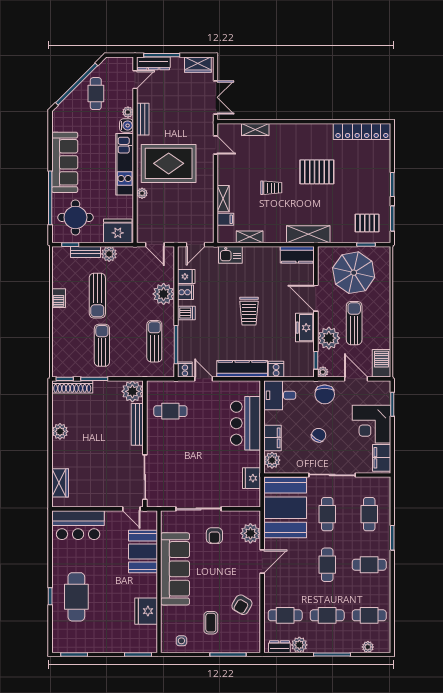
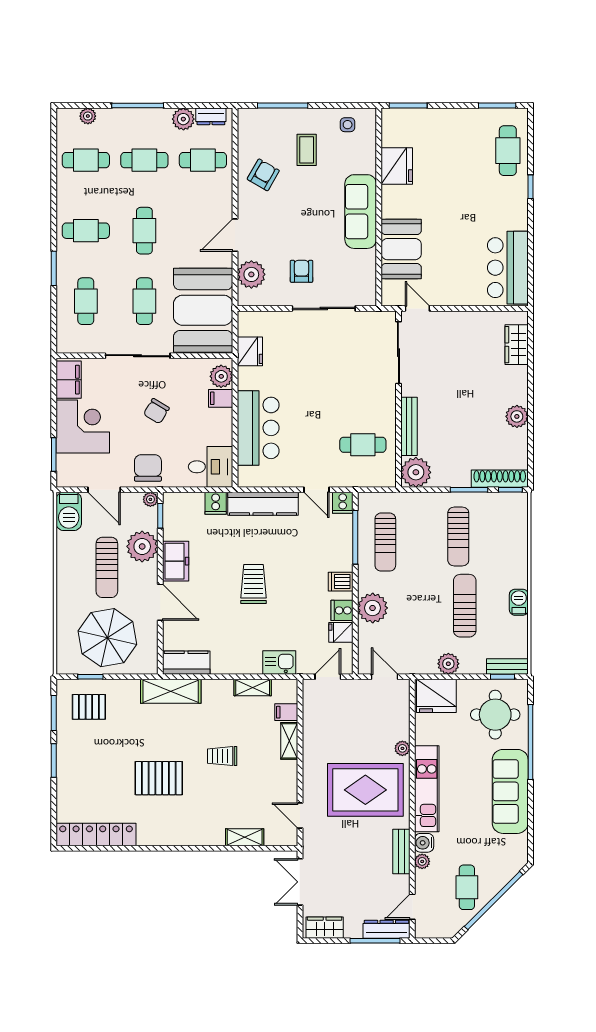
bench: (85, 252) -> (507, 667), moved
filing cabinet: (273, 438) -> (221, 398), width x0.50
bar counter: (78, 525) -> (508, 268), moved, turned -90
sofa: (175, 569) -> (361, 212), width x0.74, depth x0.79
cafe table: (76, 597) -> (508, 151), moved, width x0.73, depth x0.74

